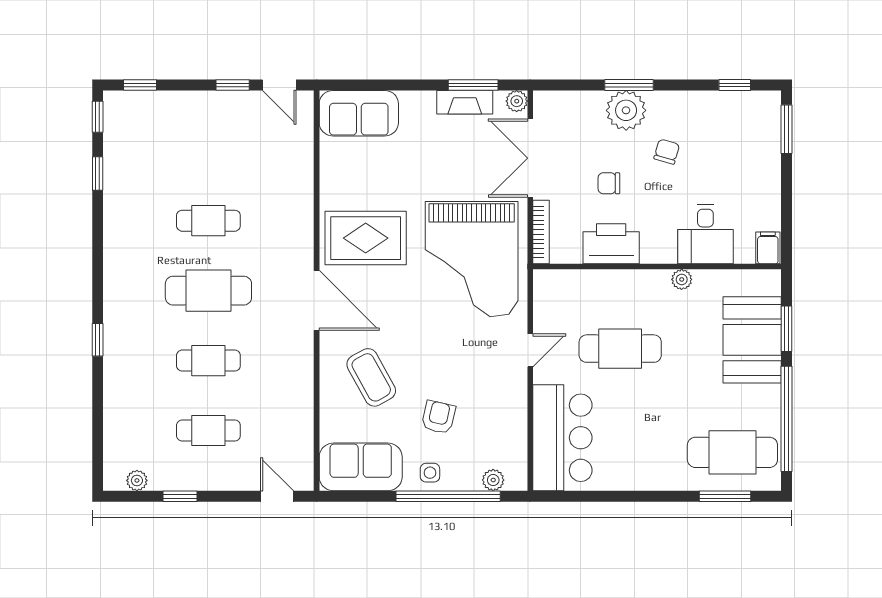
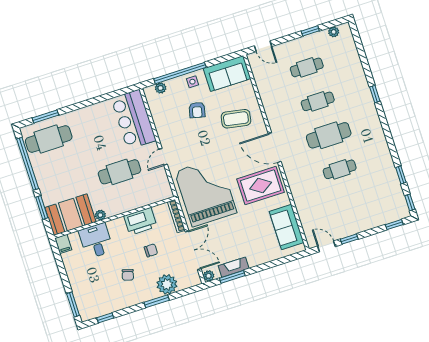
plant: (626, 110) -> (167, 284), moved
sofa: (359, 113) -> (287, 227), moved, turned -90
booth: (752, 340) -> (70, 215), moved, turned 90
coffee table: (371, 377) -> (236, 119), turned -51

